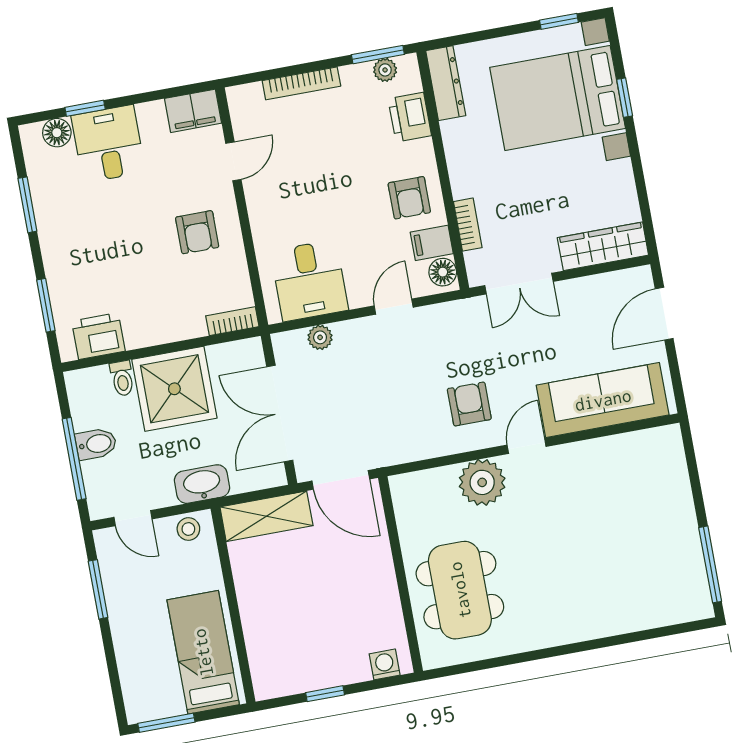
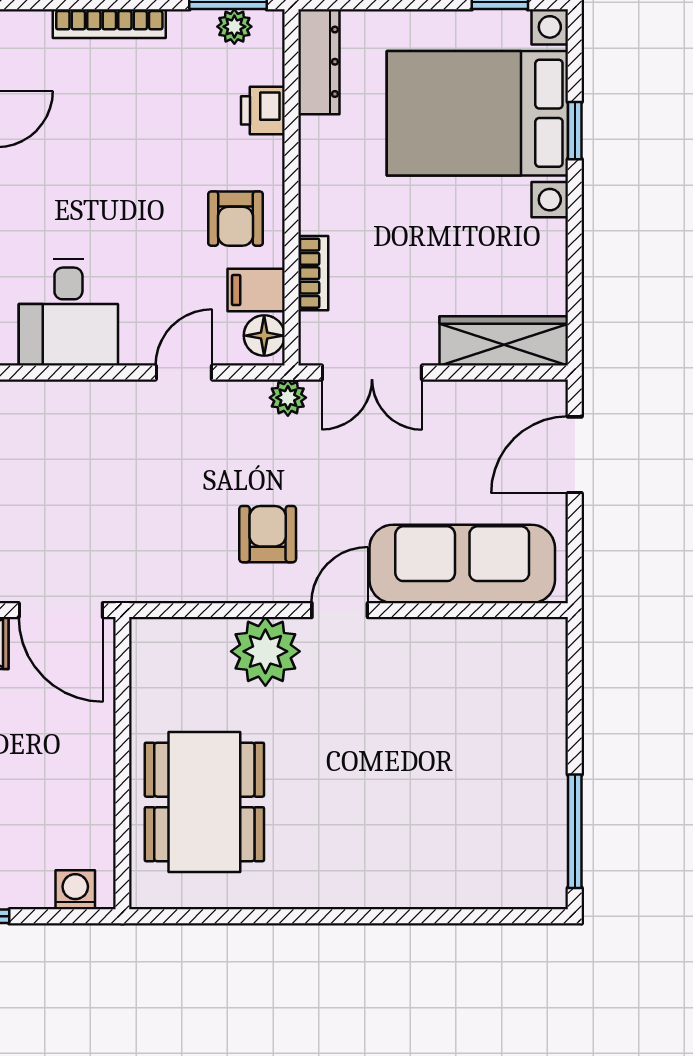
printer: (410, 117) -> (263, 110), width x0.73, depth x0.81
plant: (320, 337) -> (288, 398), moved

